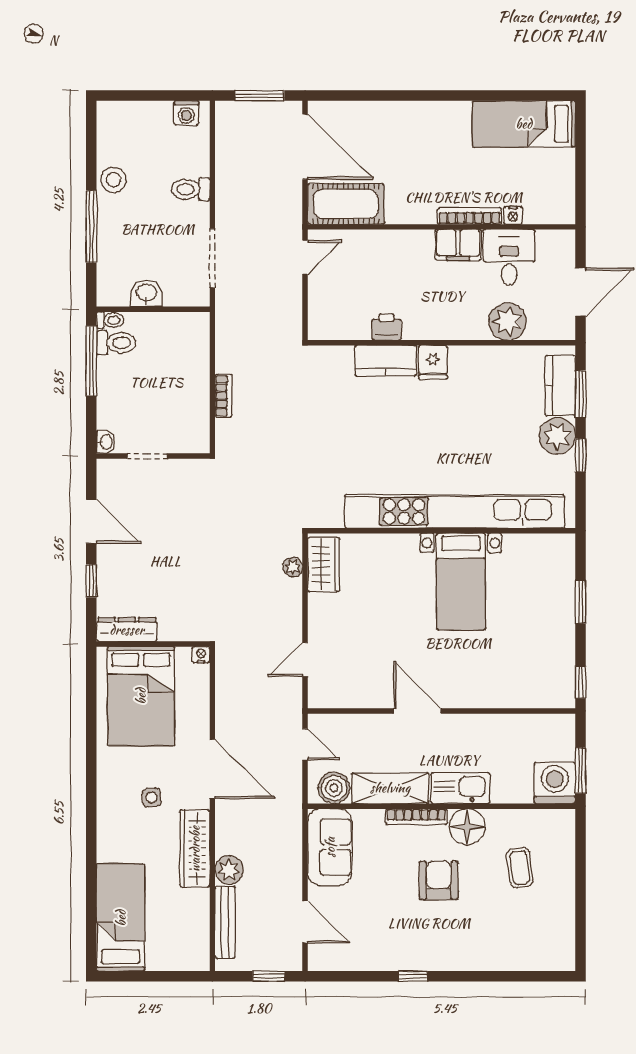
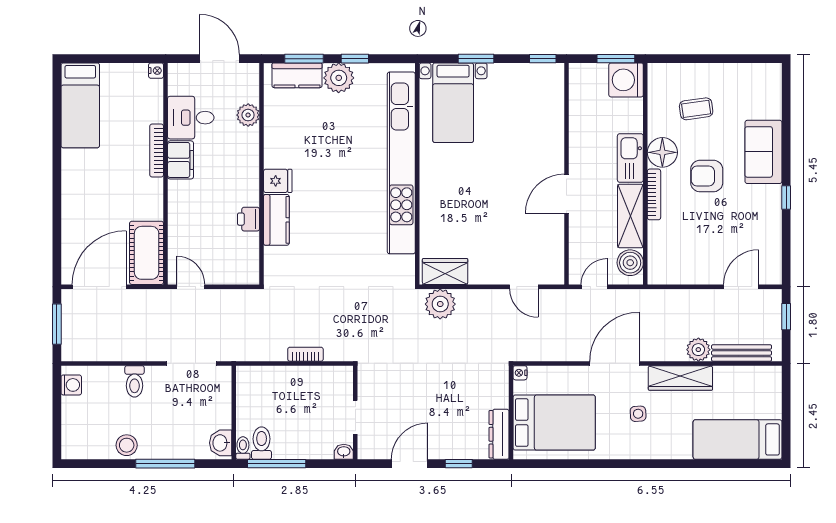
nightstand: (513, 215) -> (156, 71), moved
washbasin: (147, 293) -> (221, 443), moved
plant: (507, 321) -> (248, 115), width x0.73, depth x0.73
plant: (293, 567) -> (440, 304), width x1.88, depth x1.88
bed with nightstands: (461, 582) -> (453, 103), moved, turned 90
sofa: (330, 847) -> (763, 152), moved, turned -90

